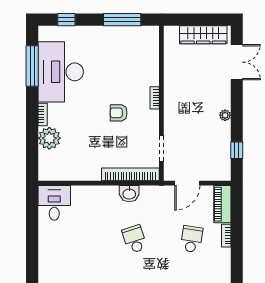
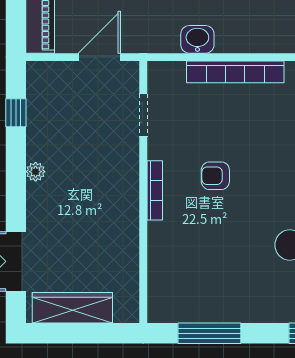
bookcase: (155, 98) -> (155, 190), width x1.56
armchair: (119, 113) -> (215, 176), turned 180
bookcase: (130, 174) -> (235, 72), moved

